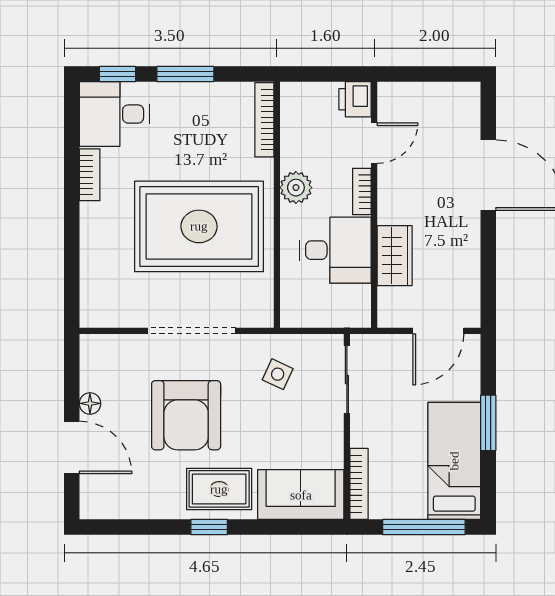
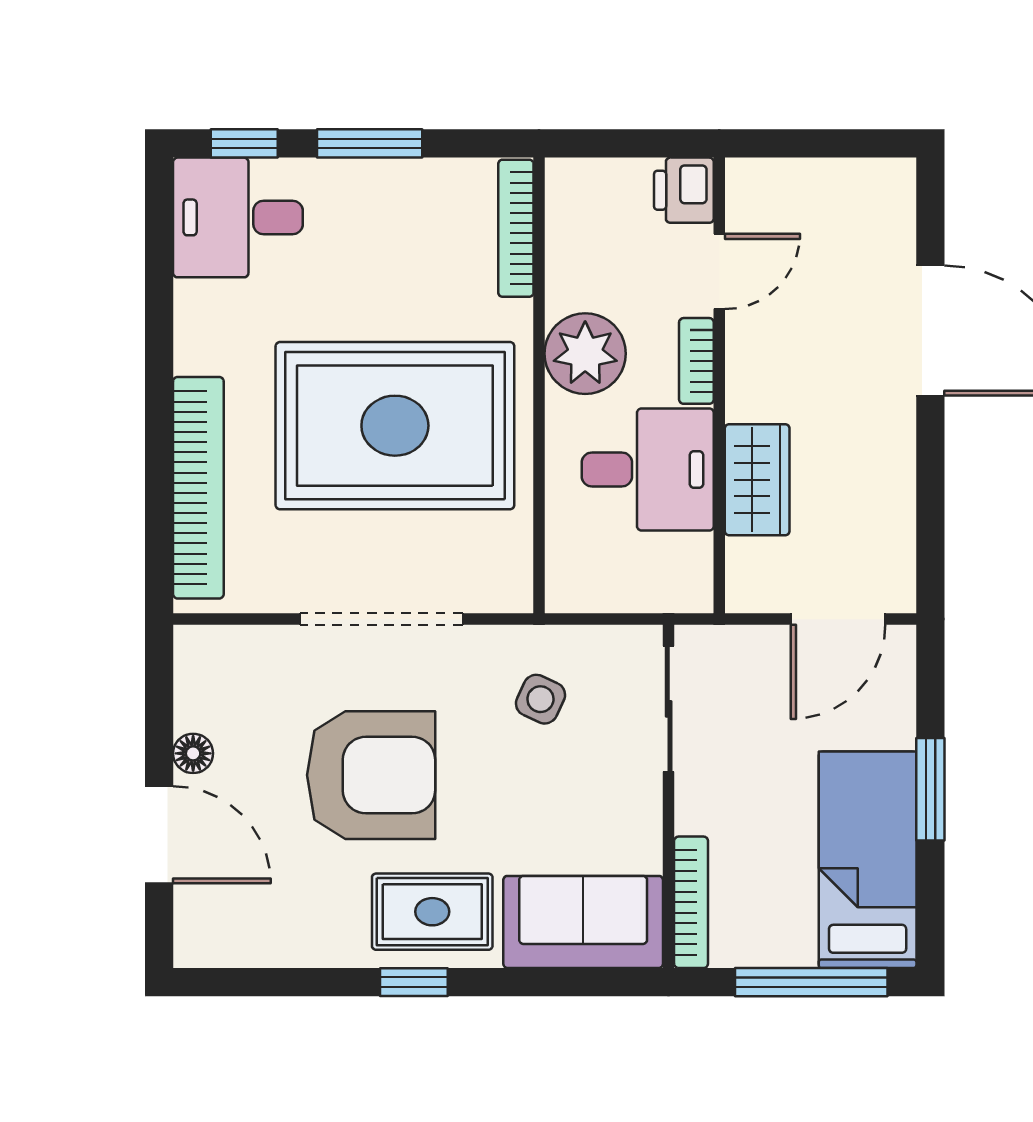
bookcase: (90, 175) -> (198, 488), moved, width x2.31, depth x1.31
plant: (296, 188) -> (585, 354), width x1.36, depth x1.36
armchair: (186, 415) -> (371, 775), turned -90

